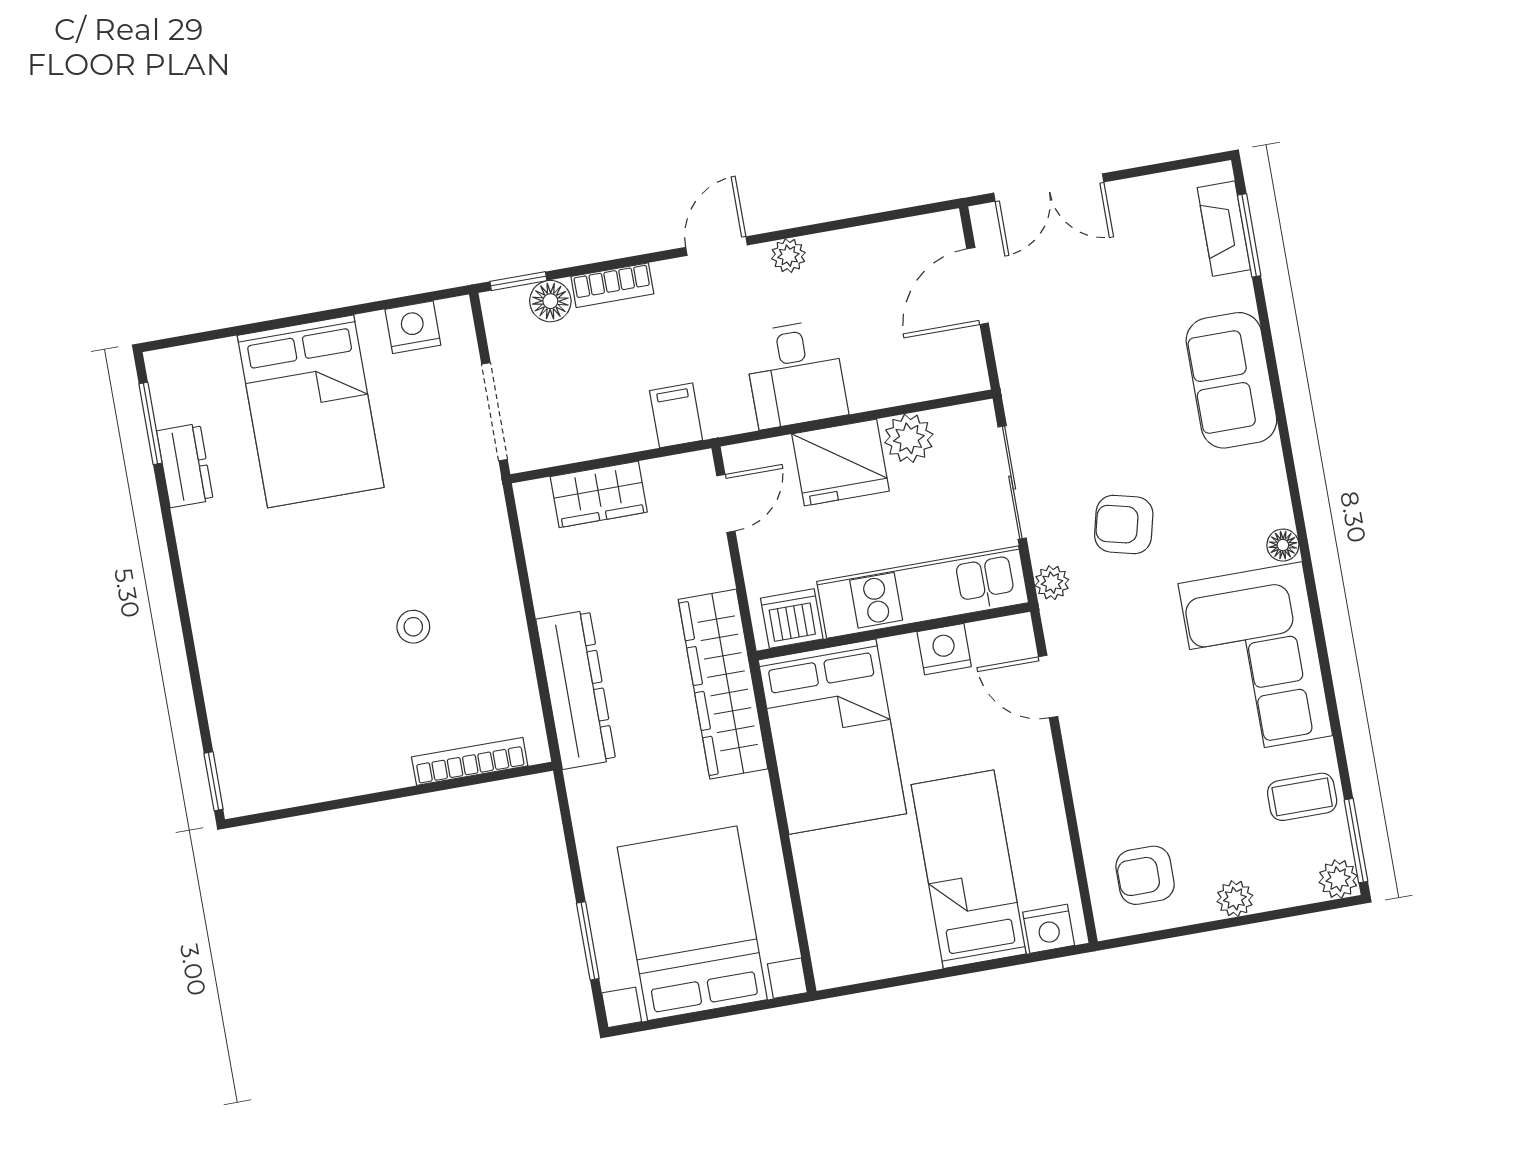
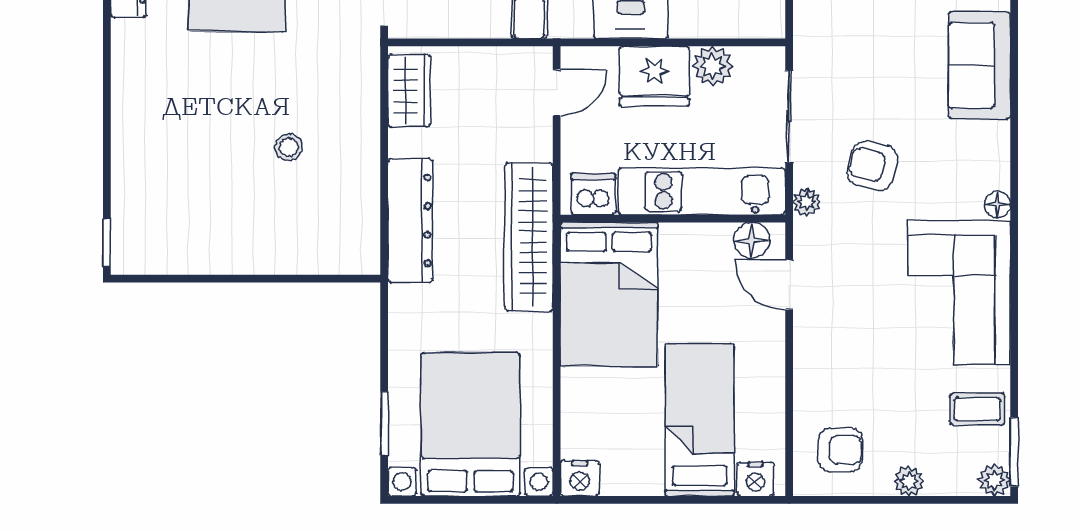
wardrobe: (599, 494) -> (409, 91), moved, turned -90
floor lamp: (993, 641) -> (751, 240), added
nightstand: (944, 649) -> (580, 478), moved, turned 180
bookcase: (470, 761) -> (315, 263), removed
armchair: (1145, 875) -> (840, 450), turned 180

